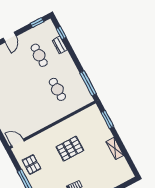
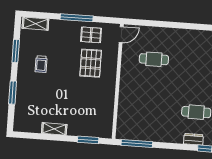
cafe table: (57, 89) -> (154, 59), moved
pallet: (70, 149) -> (91, 63), moved

